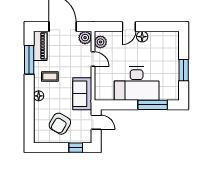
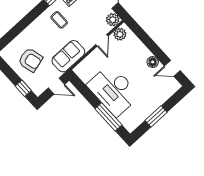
door: (129, 27) -> (172, 68), moved
floor lamp: (39, 96) -> (37, 25), removed
door: (96, 122) -> (57, 86), hinge flipped
armchair: (60, 124) -> (30, 60), turned -136

